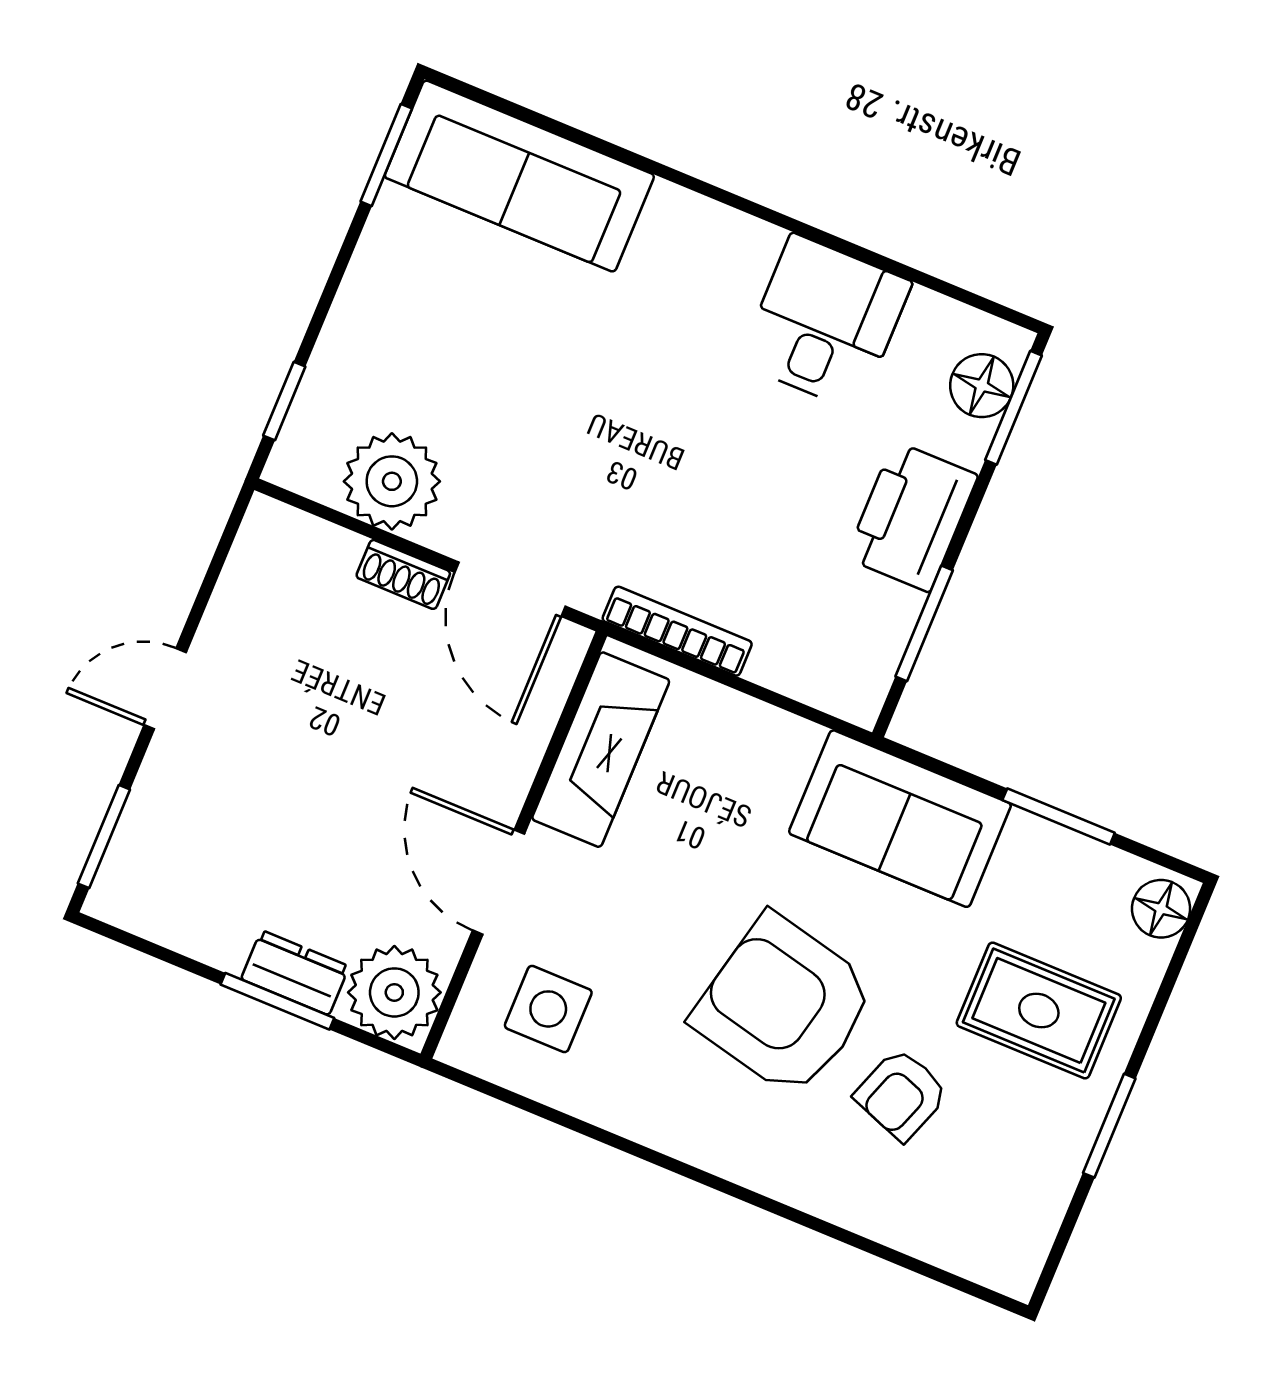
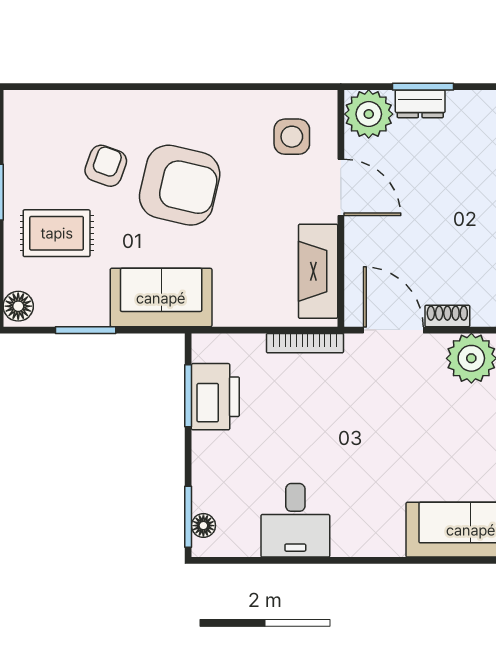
floor lamp: (982, 386) -> (203, 526), width x0.73, depth x0.73
printer: (912, 517) -> (215, 397), moved

